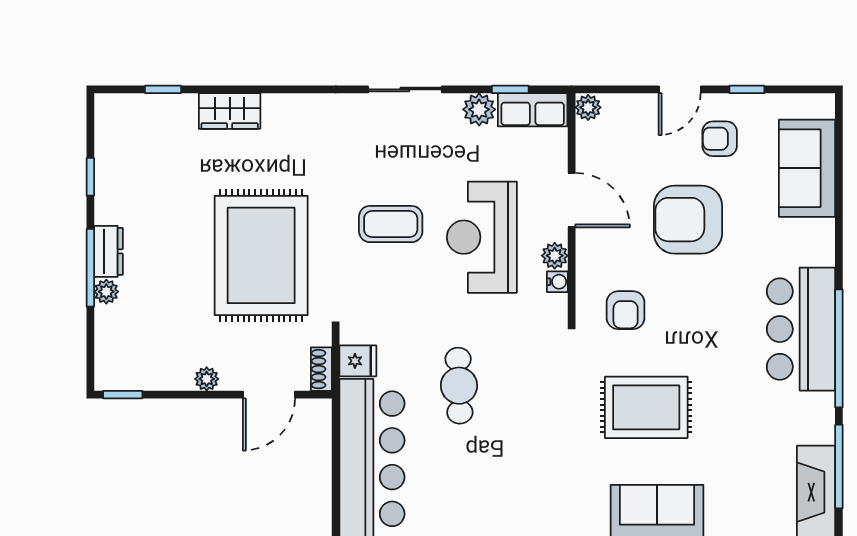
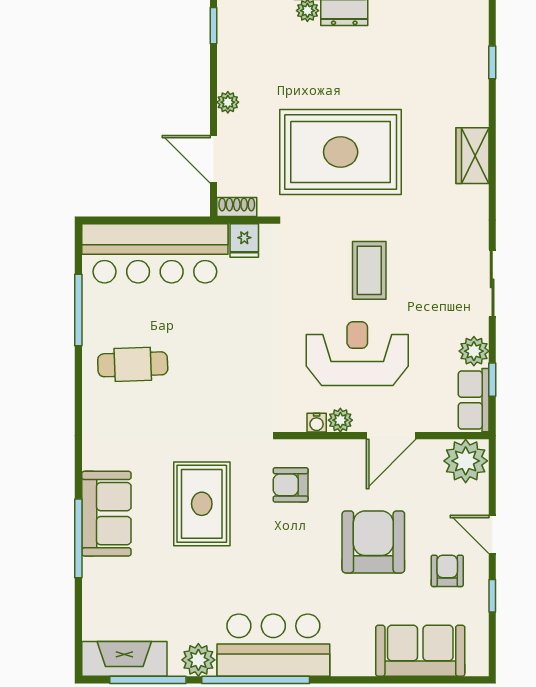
plant: (588, 107) -> (466, 461), width x1.87, depth x1.87
wardrobe: (230, 111) -> (472, 156), moved
cafe table: (459, 386) -> (133, 364), moved
plant: (817, 411) -> (198, 660), added

